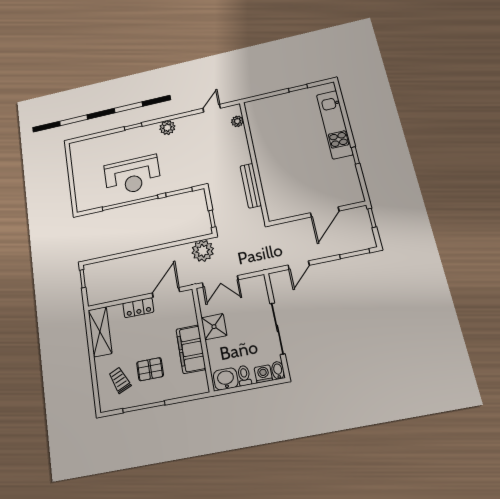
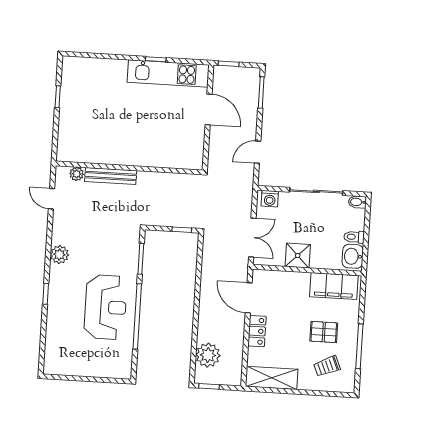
kitchen unit: (335, 125) -> (168, 74), moved
bench: (251, 186) -> (111, 176), moved
plant: (203, 251) -> (208, 355), moved
door: (299, 265) -> (258, 152), swing flipped
filing cabinet: (191, 349) -> (334, 286), moved
pallet: (150, 369) -> (324, 332), turned 90
washing machine: (263, 374) -> (270, 199), moved, turned -90

